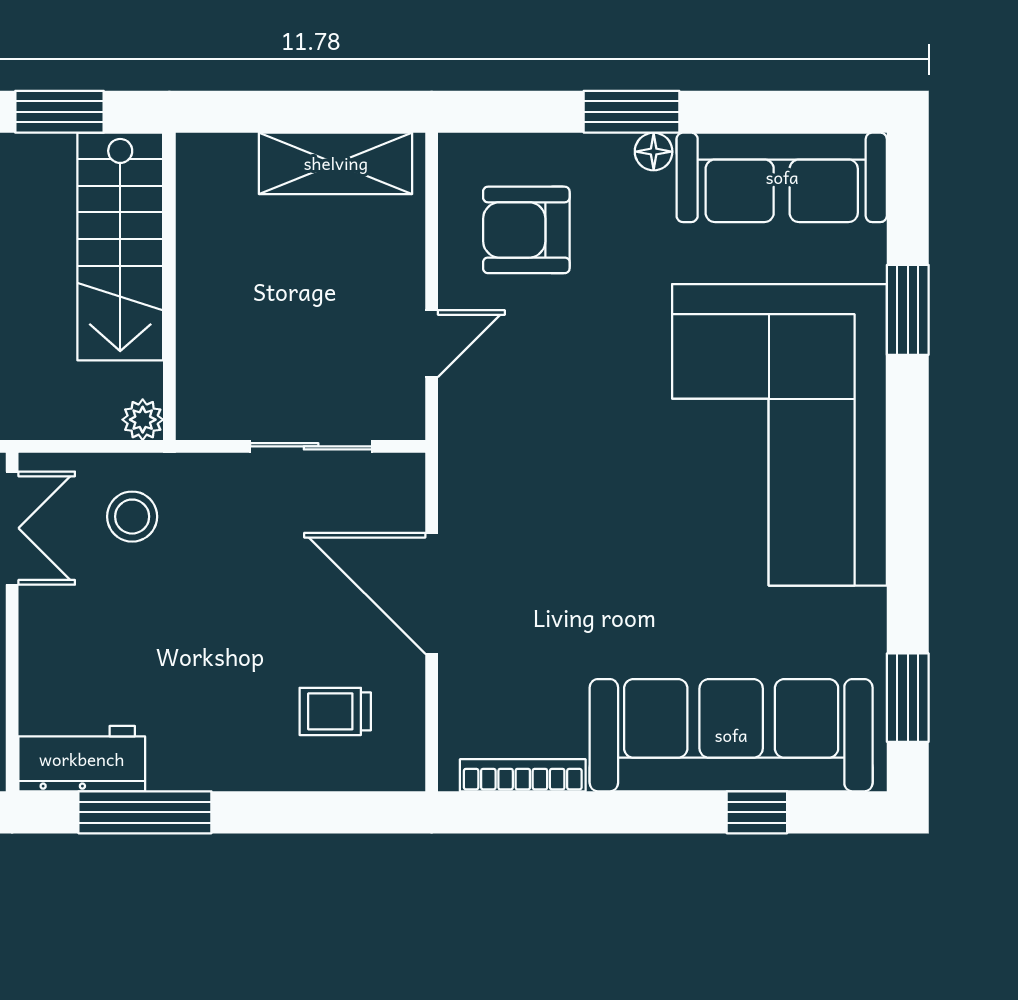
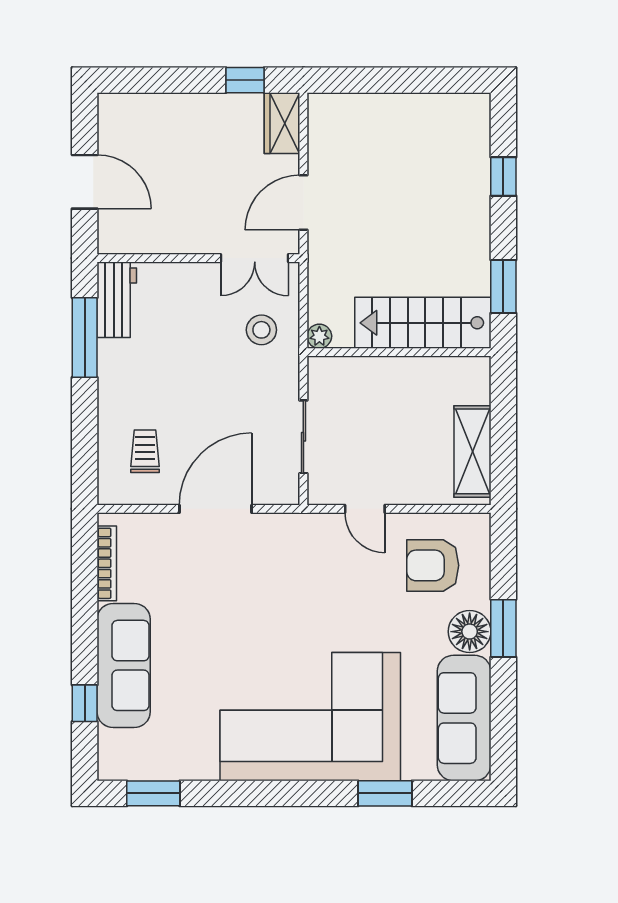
floor lamp: (654, 152) -> (470, 632), width x1.89, depth x1.89
armchair: (526, 230) -> (433, 565), turned -90
sofa: (731, 735) -> (124, 665), width x0.74, depth x0.79

